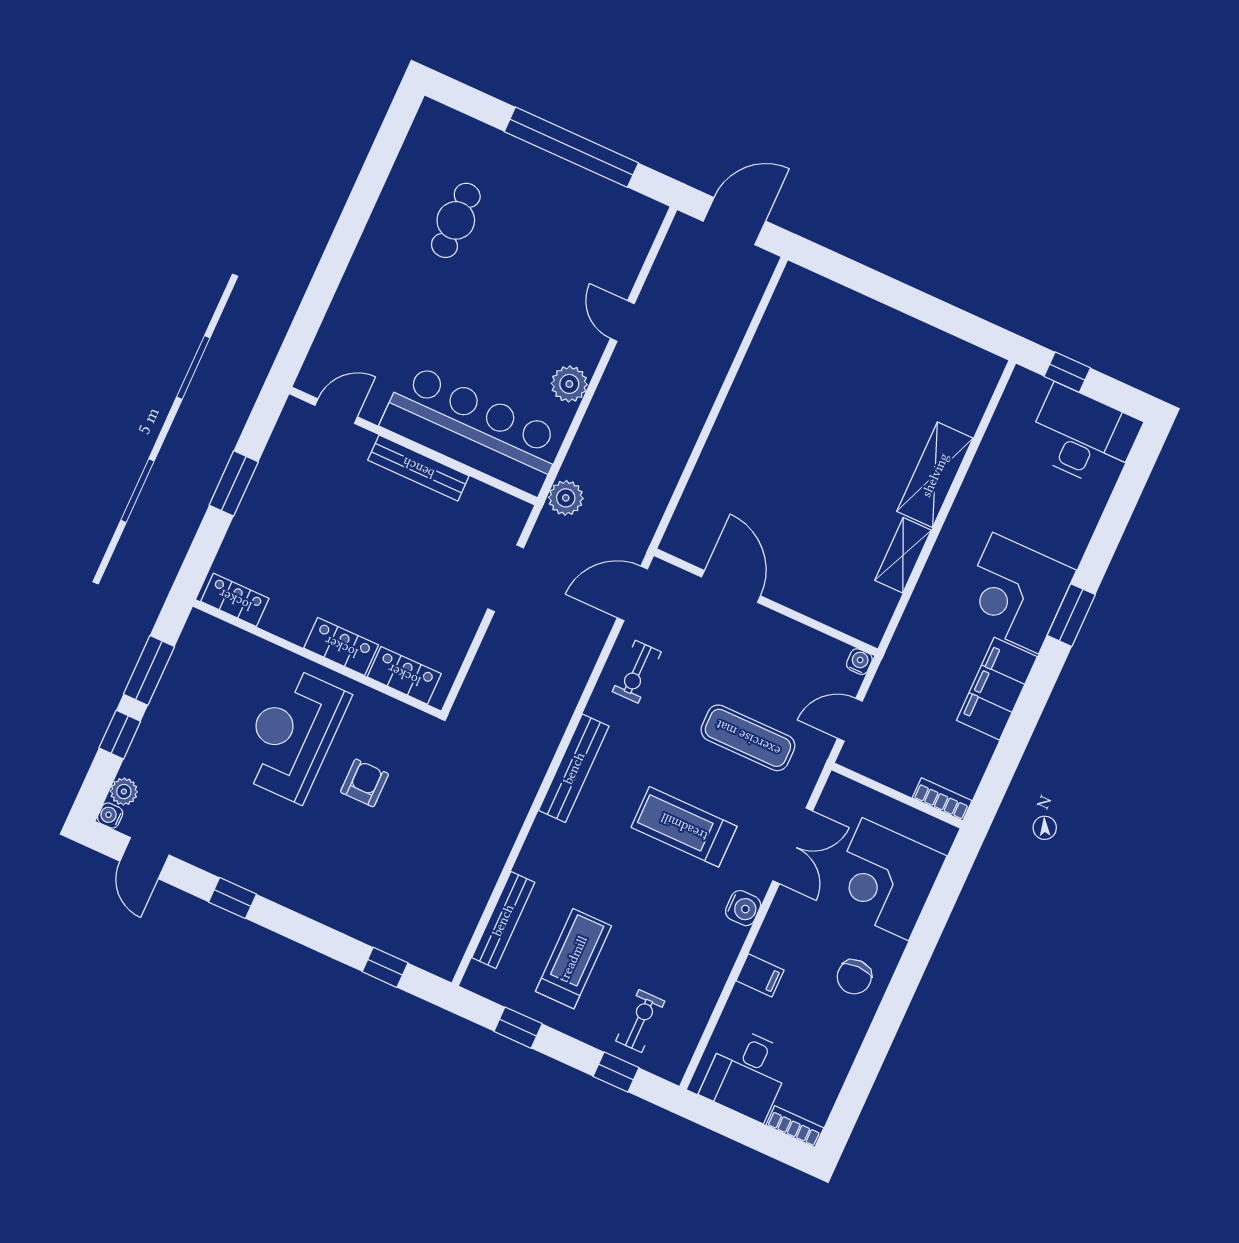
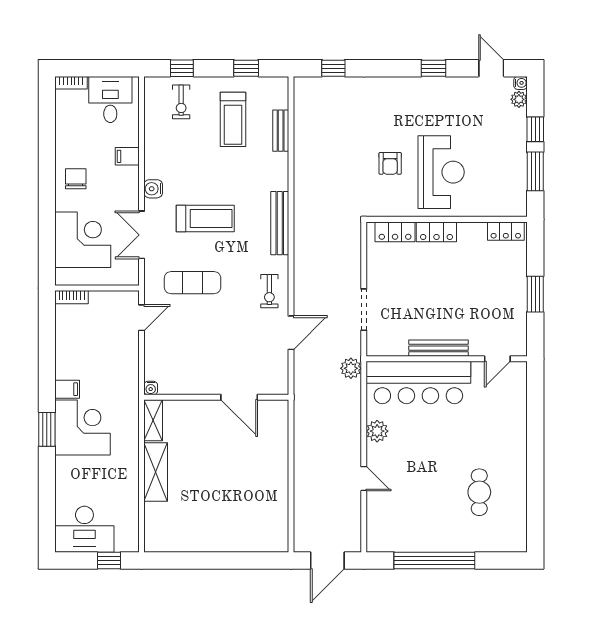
door: (731, 586) -> (239, 397), moved
wall: (766, 602) -> (216, 397), moved
water cooler: (859, 662) -> (151, 388), moved
exercise bike: (637, 672) -> (269, 291), turned 180
filing cabinet: (997, 689) -> (67, 389), width x0.33, depth x0.86
bench: (503, 920) -> (281, 131), width x0.73

